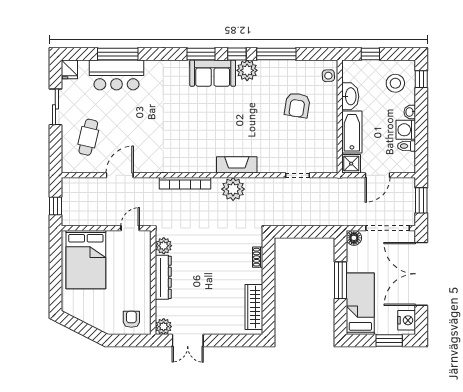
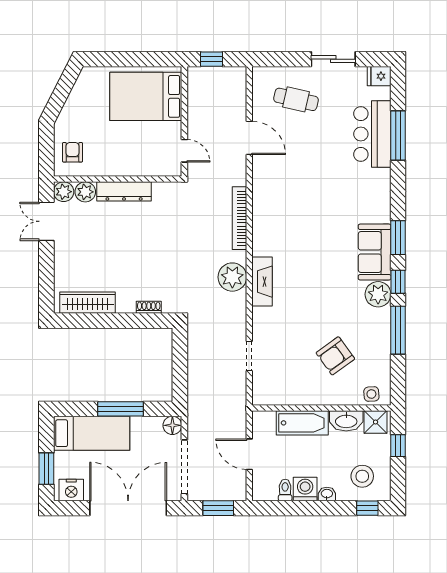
armchair: (297, 105) -> (335, 356), turned -45
shower: (351, 164) -> (376, 422), moved
plant: (164, 246) -> (85, 192), moved
armchair: (131, 319) -> (73, 152), turned -90

